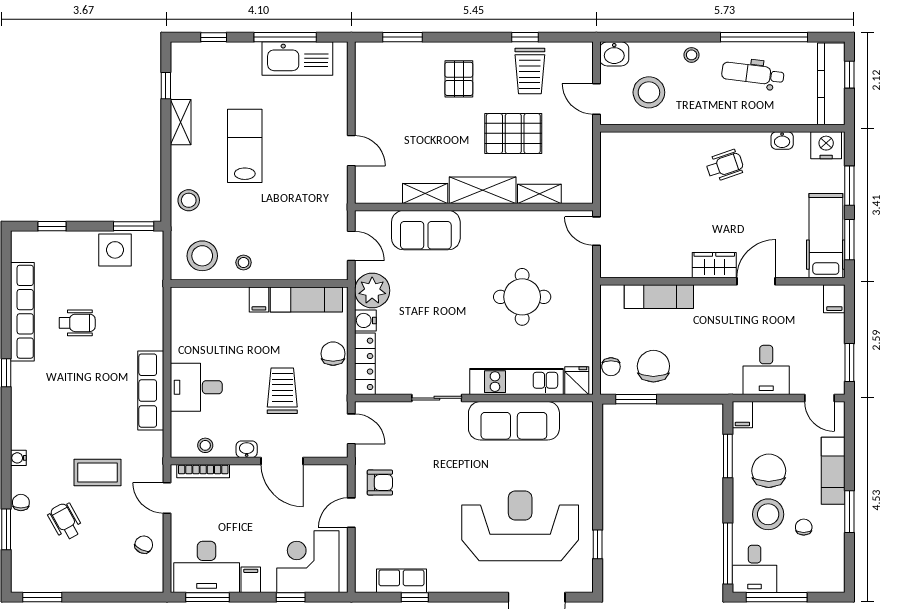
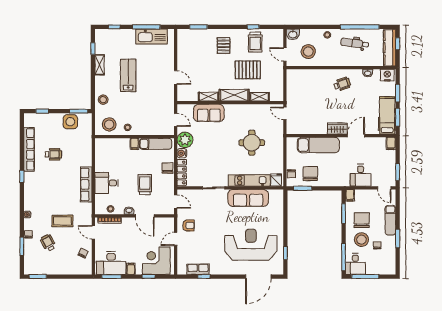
exam couch: (659, 297) -> (318, 145), width x1.36, depth x1.45

